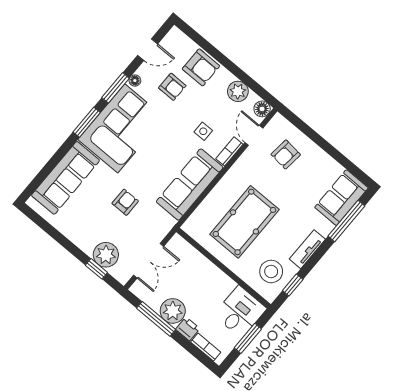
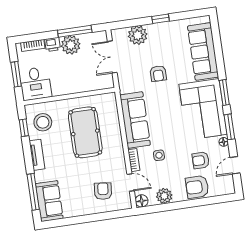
window: (96, 269) -> (161, 19), moved

